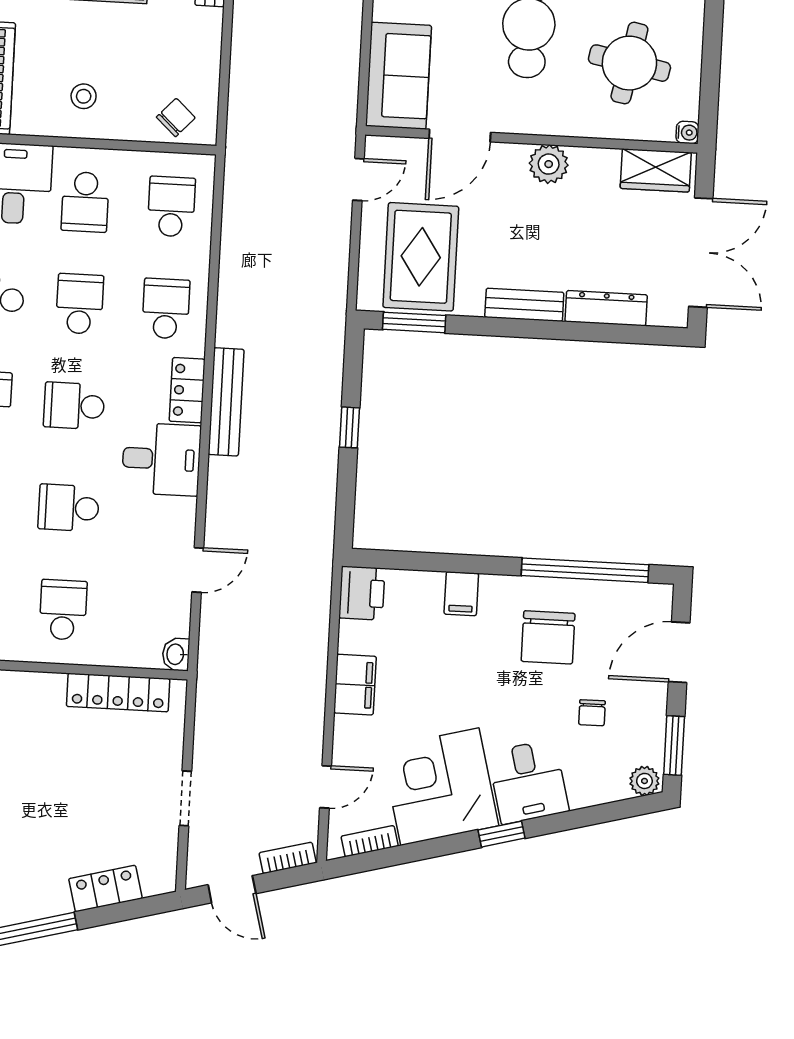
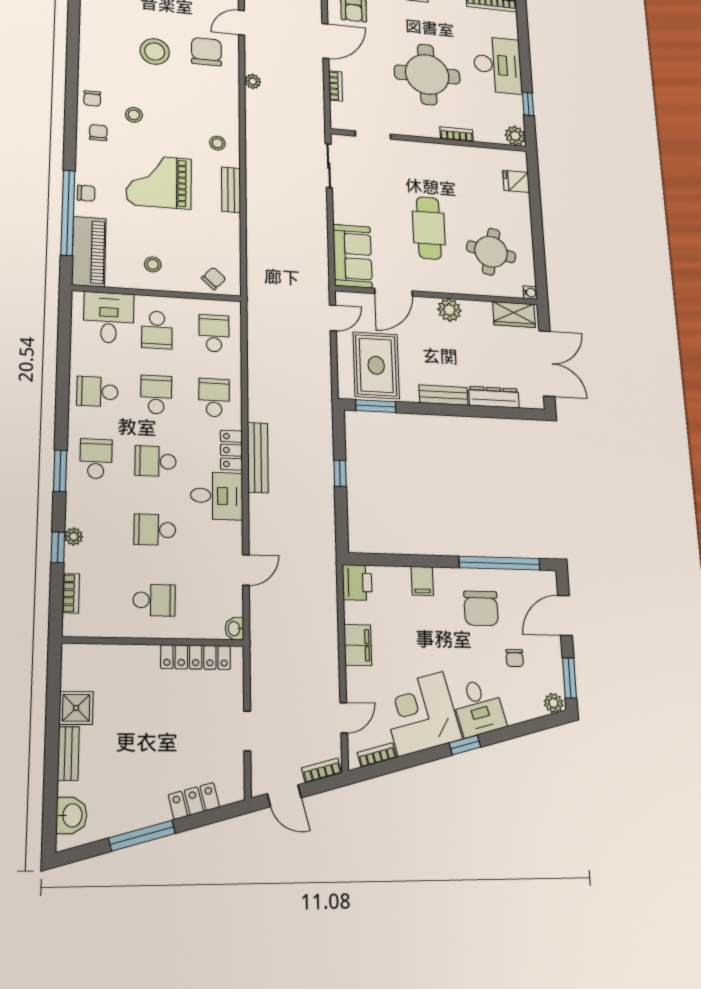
school desk: (63, 610) -> (154, 600), turned 90

